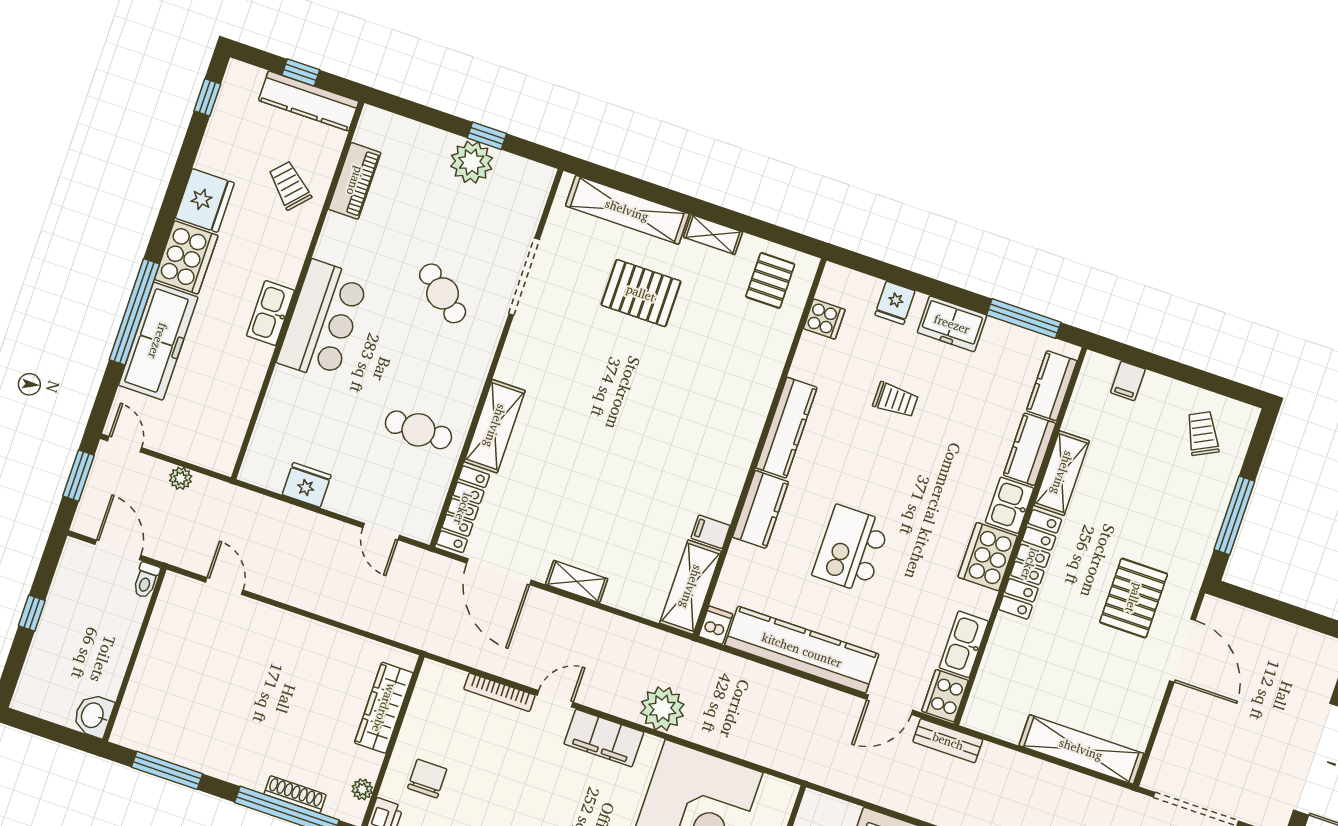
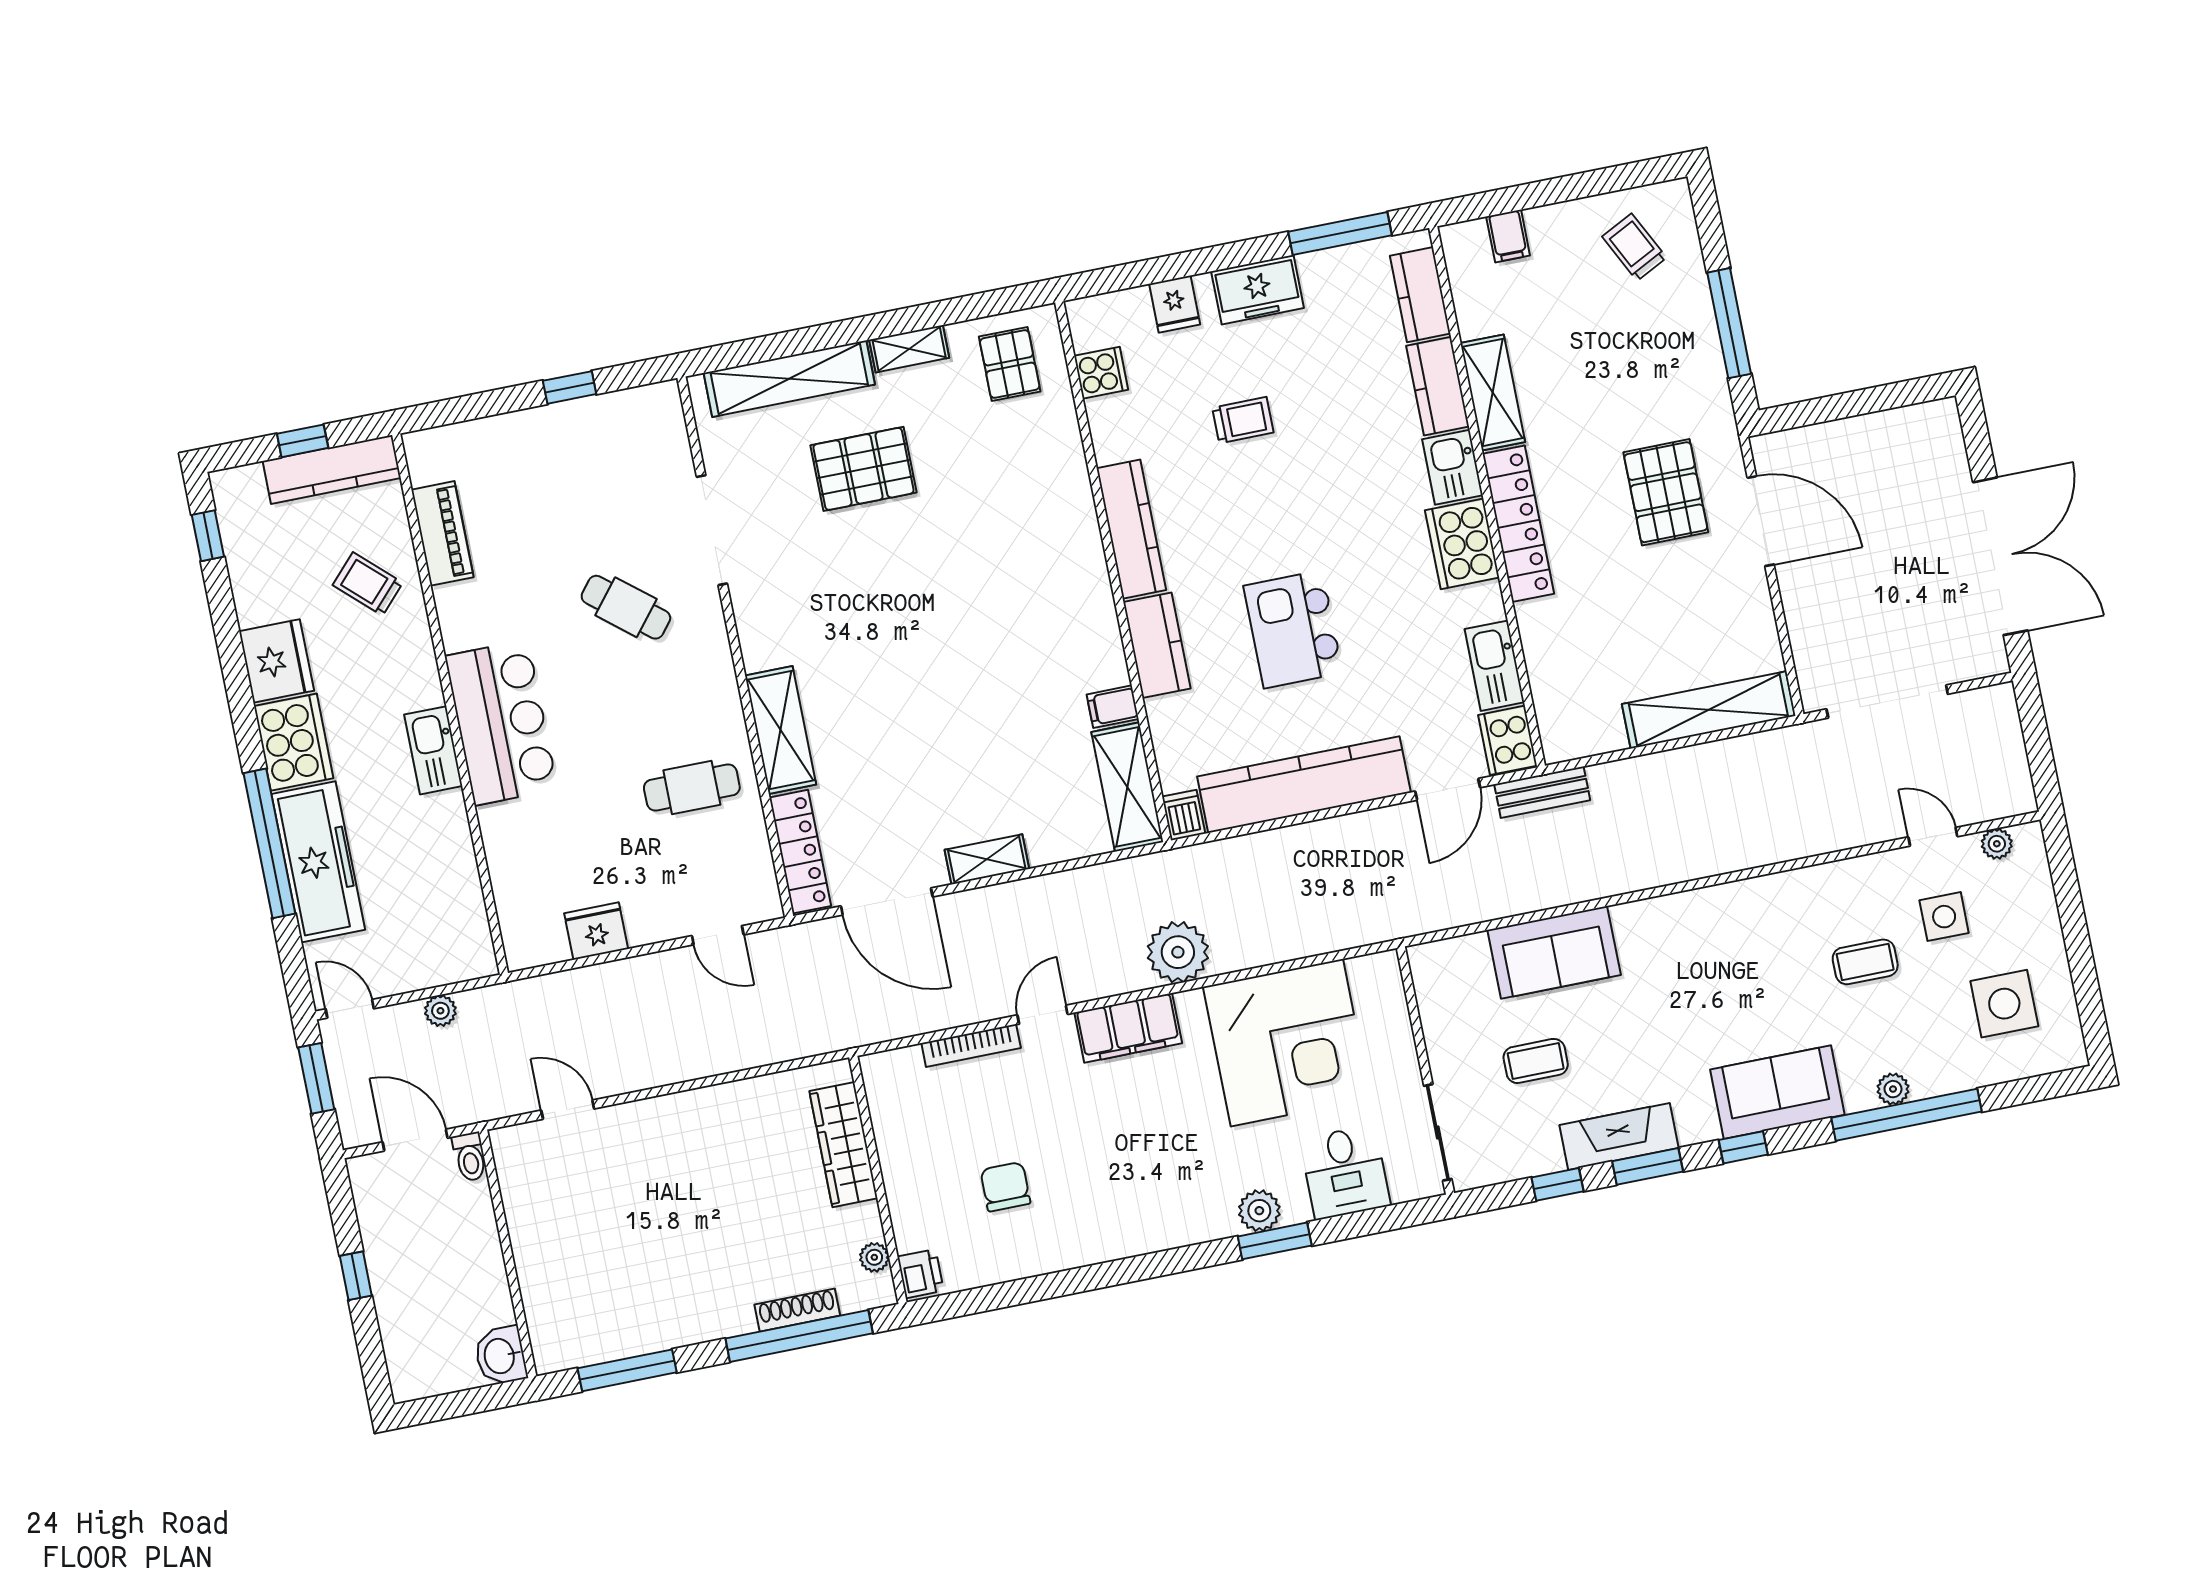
plant: (472, 162) -> (570, 430), removed
chair: (427, 779) -> (1005, 1187), moved

